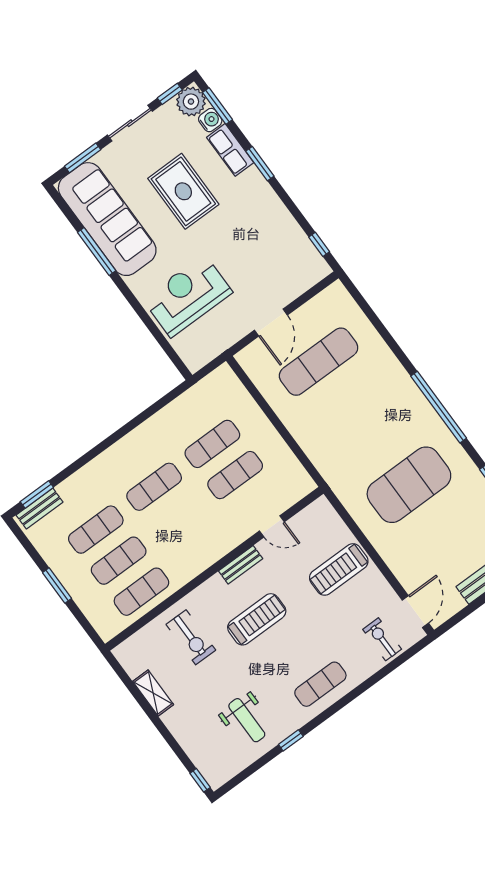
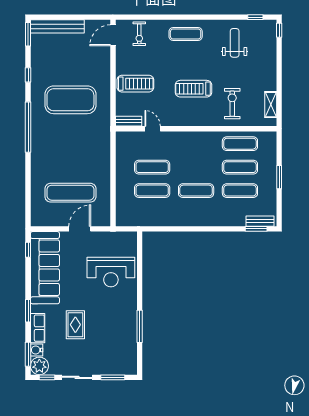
rug: (183, 191) -> (75, 325), width x0.73, depth x0.70
sofa: (107, 219) -> (45, 268), moved, turned 180
bench: (241, 565) -> (129, 121), moved
shelving: (153, 693) -> (271, 105), moved
window: (291, 740) -> (255, 17), moved

